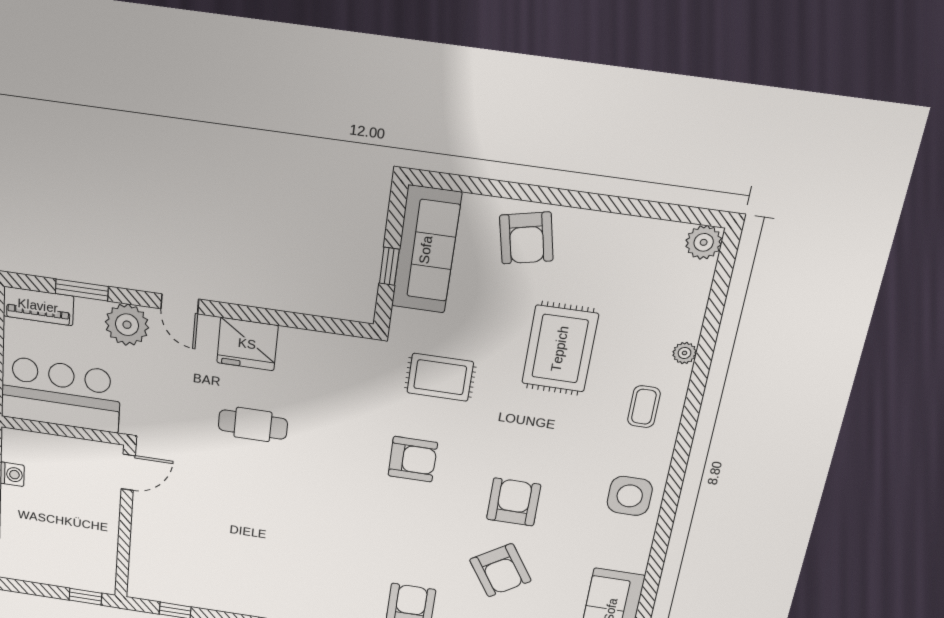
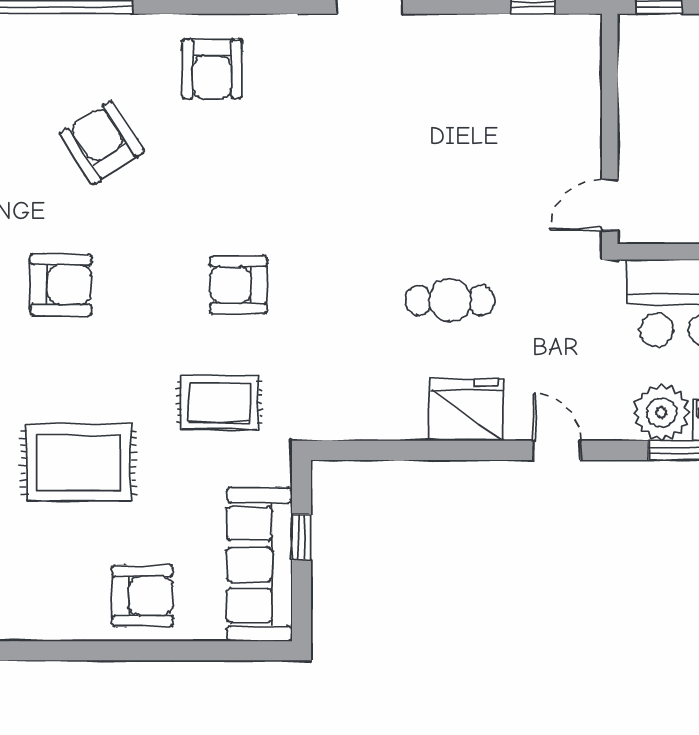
armchair: (526, 238) -> (142, 596), turned 102
plant: (127, 325) -> (661, 413), moved
rug: (560, 349) -> (78, 463), turned 90
armchair: (514, 502) -> (61, 285), moved, turned -90

